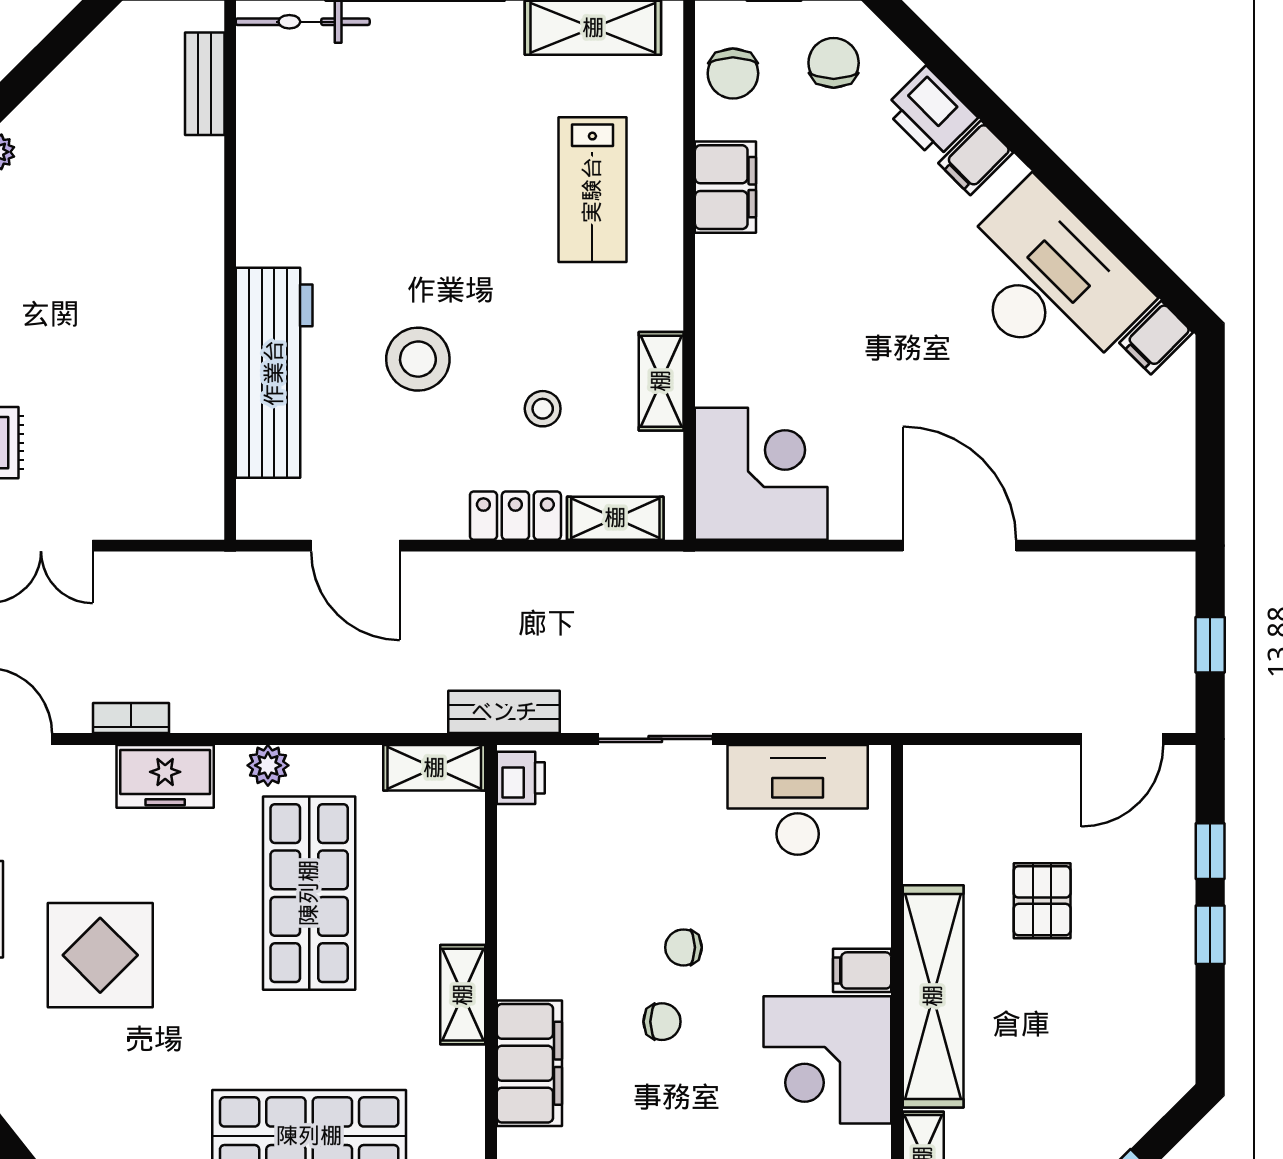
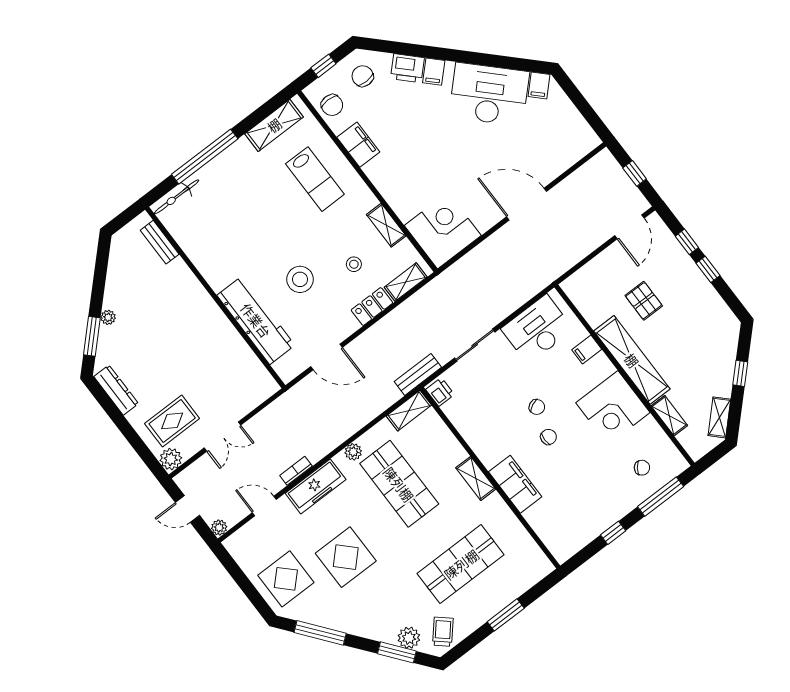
freezer: (165, 776) -> (316, 486), width x1.40
chair: (683, 947) -> (537, 407), turned -115
filing cabinet: (862, 970) -> (587, 349), moved

